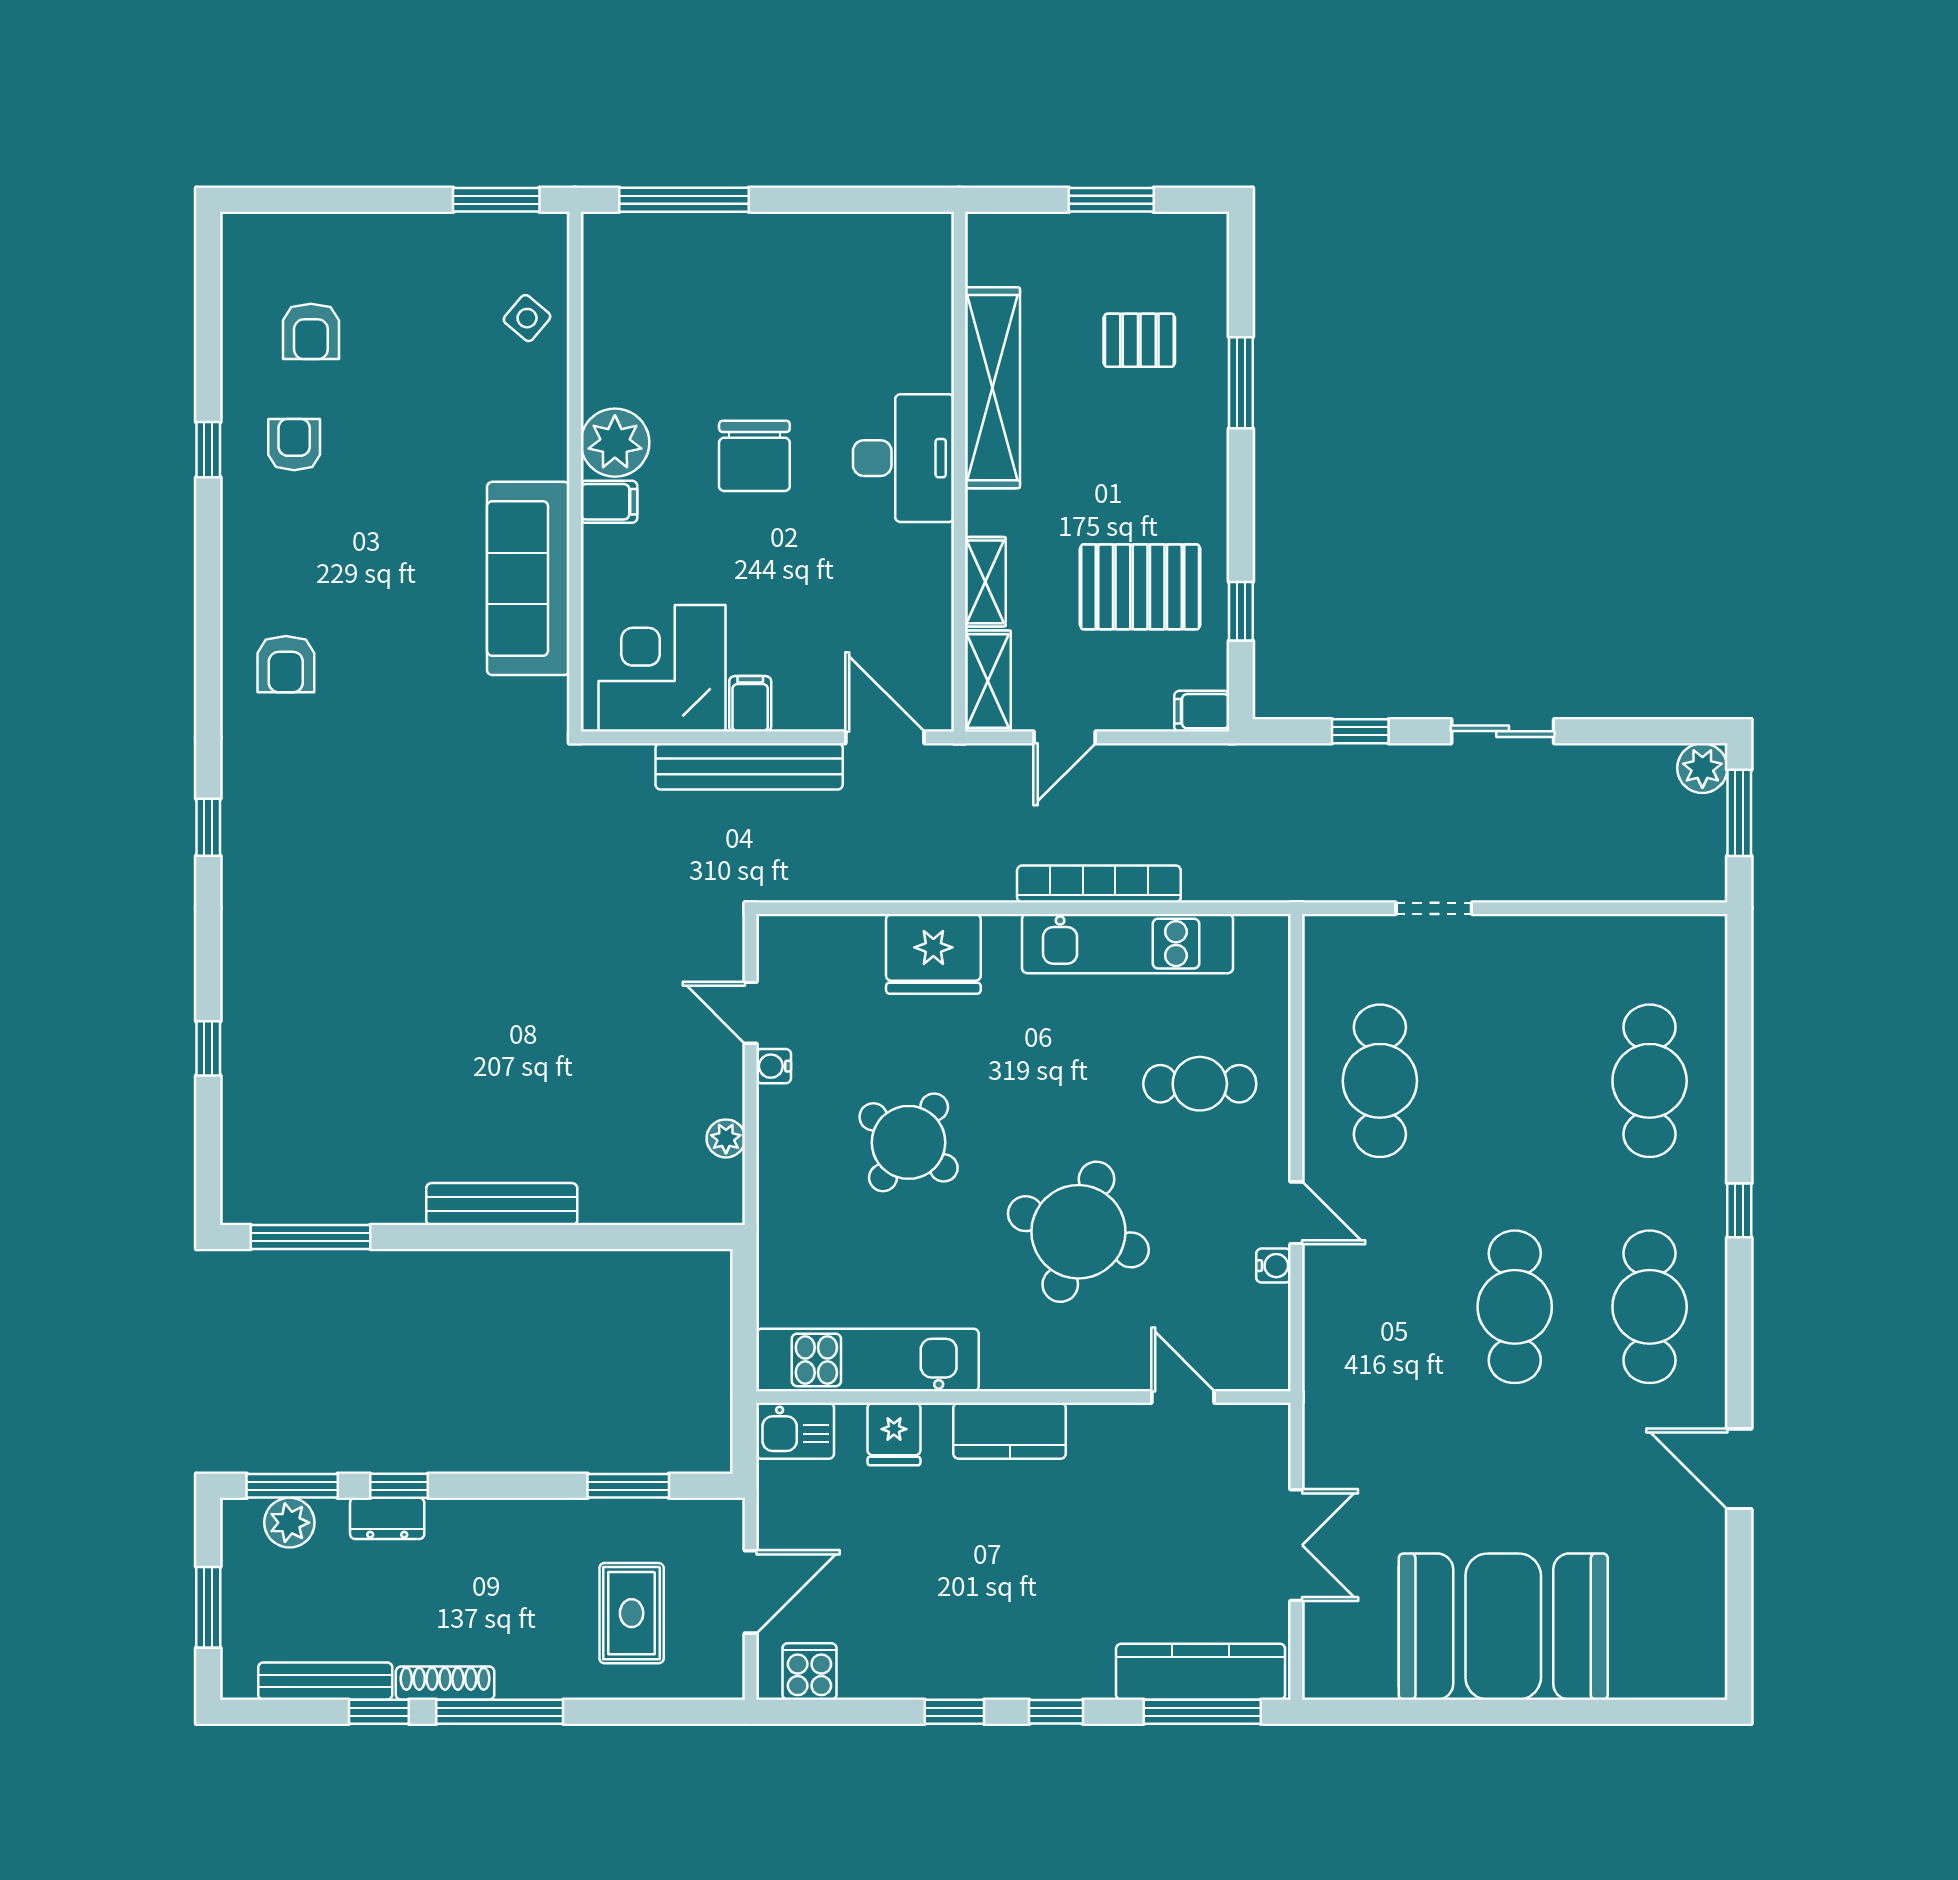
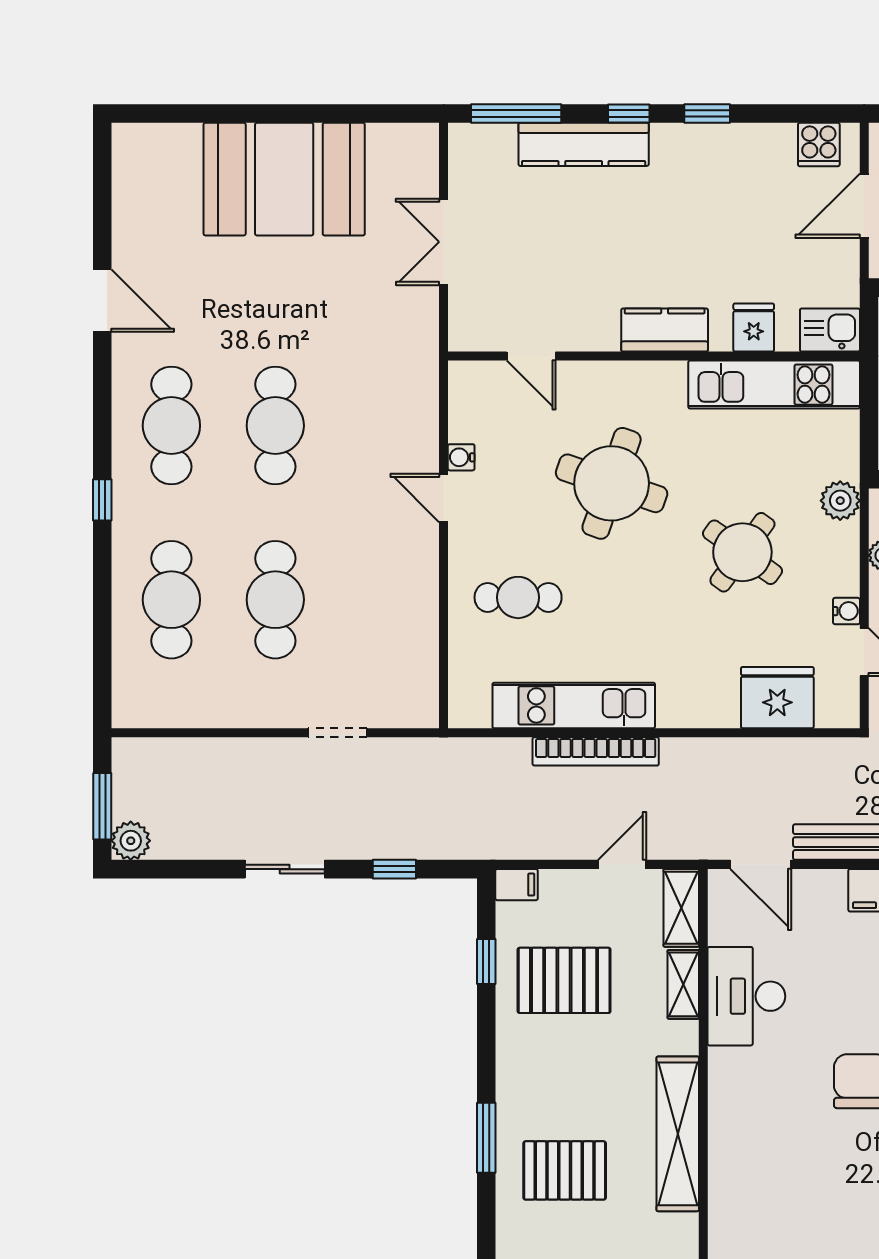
pallet: (1139, 340) -> (565, 1170), width x1.50, depth x1.42
desk: (903, 458) -> (746, 996), moved
fridge: (933, 954) -> (777, 698), moved
cafe table: (1380, 1081) -> (275, 600), moved
plant: (782, 1209) -> (840, 501), added
kitchen counter: (1201, 1672) -> (584, 144), moved

